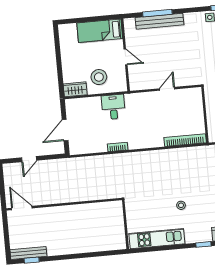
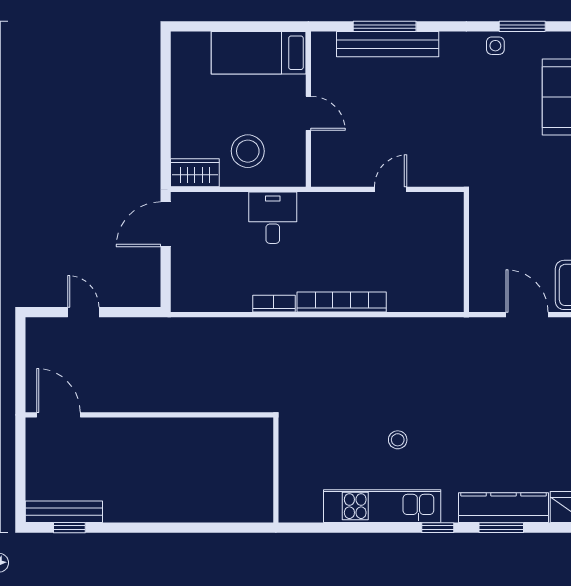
door: (65, 130) -> (166, 224), moved
bookcase: (185, 140) -> (342, 302), moved
door: (29, 159) -> (83, 312), swing flipped
kitchen unit: (157, 239) -> (382, 506), moved

